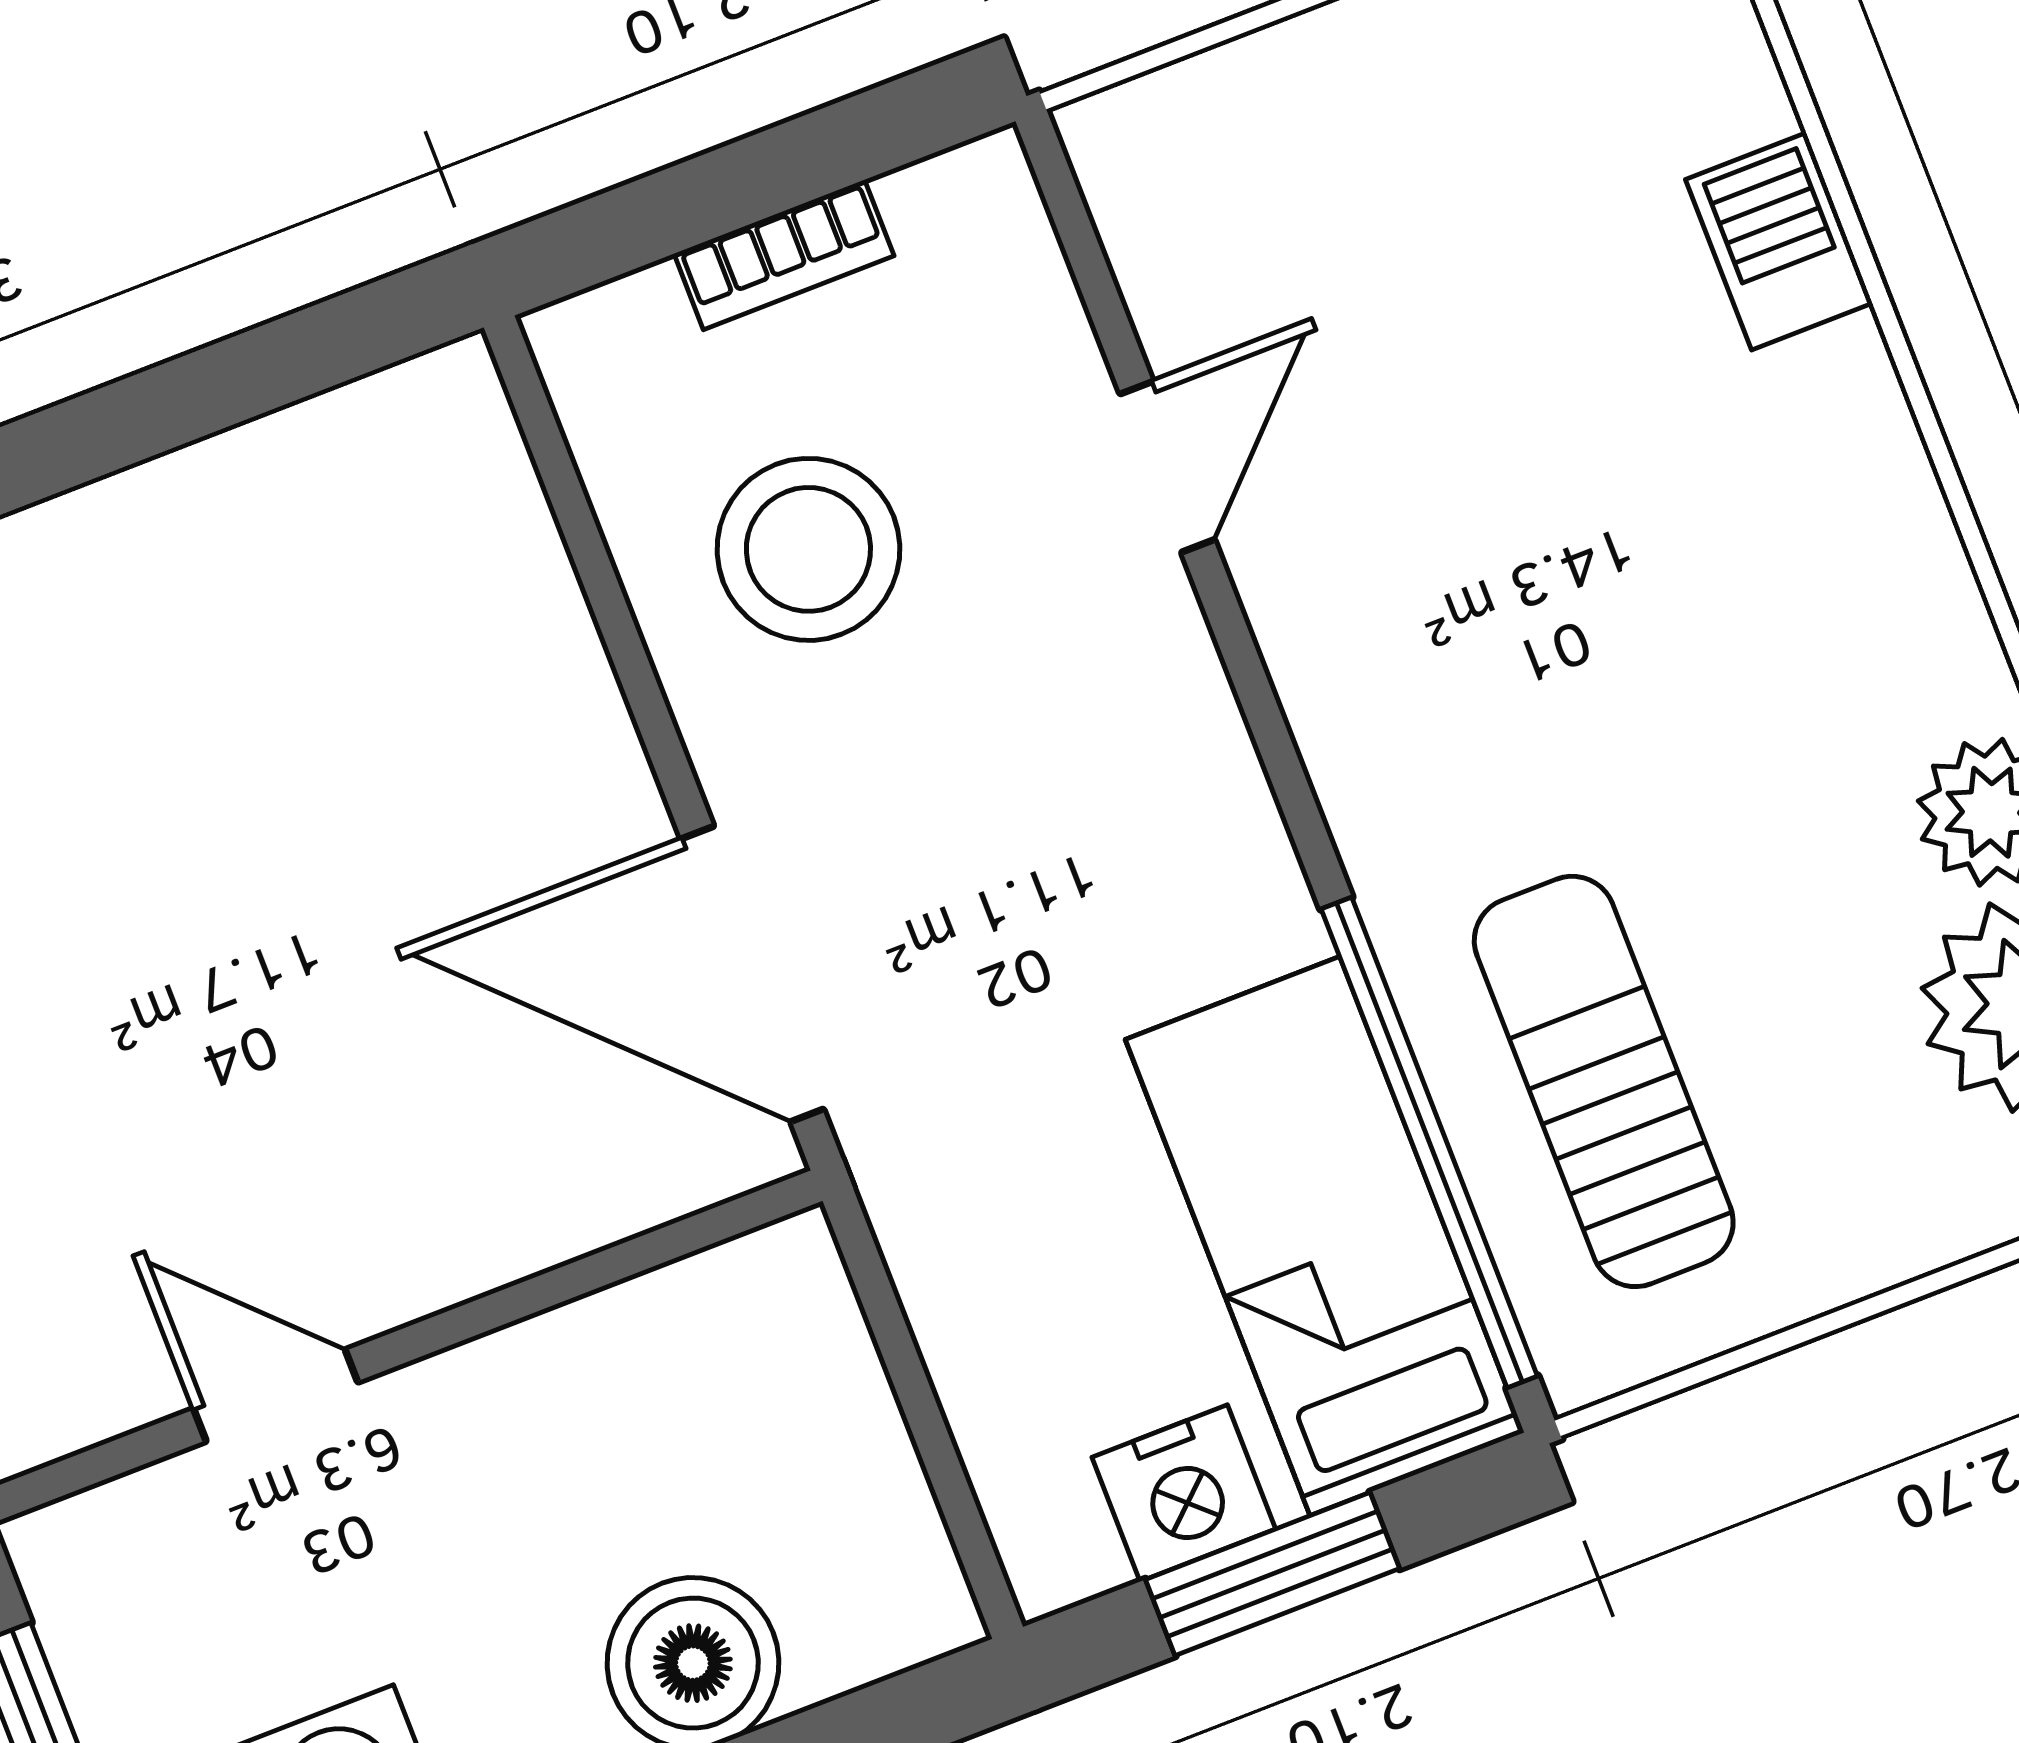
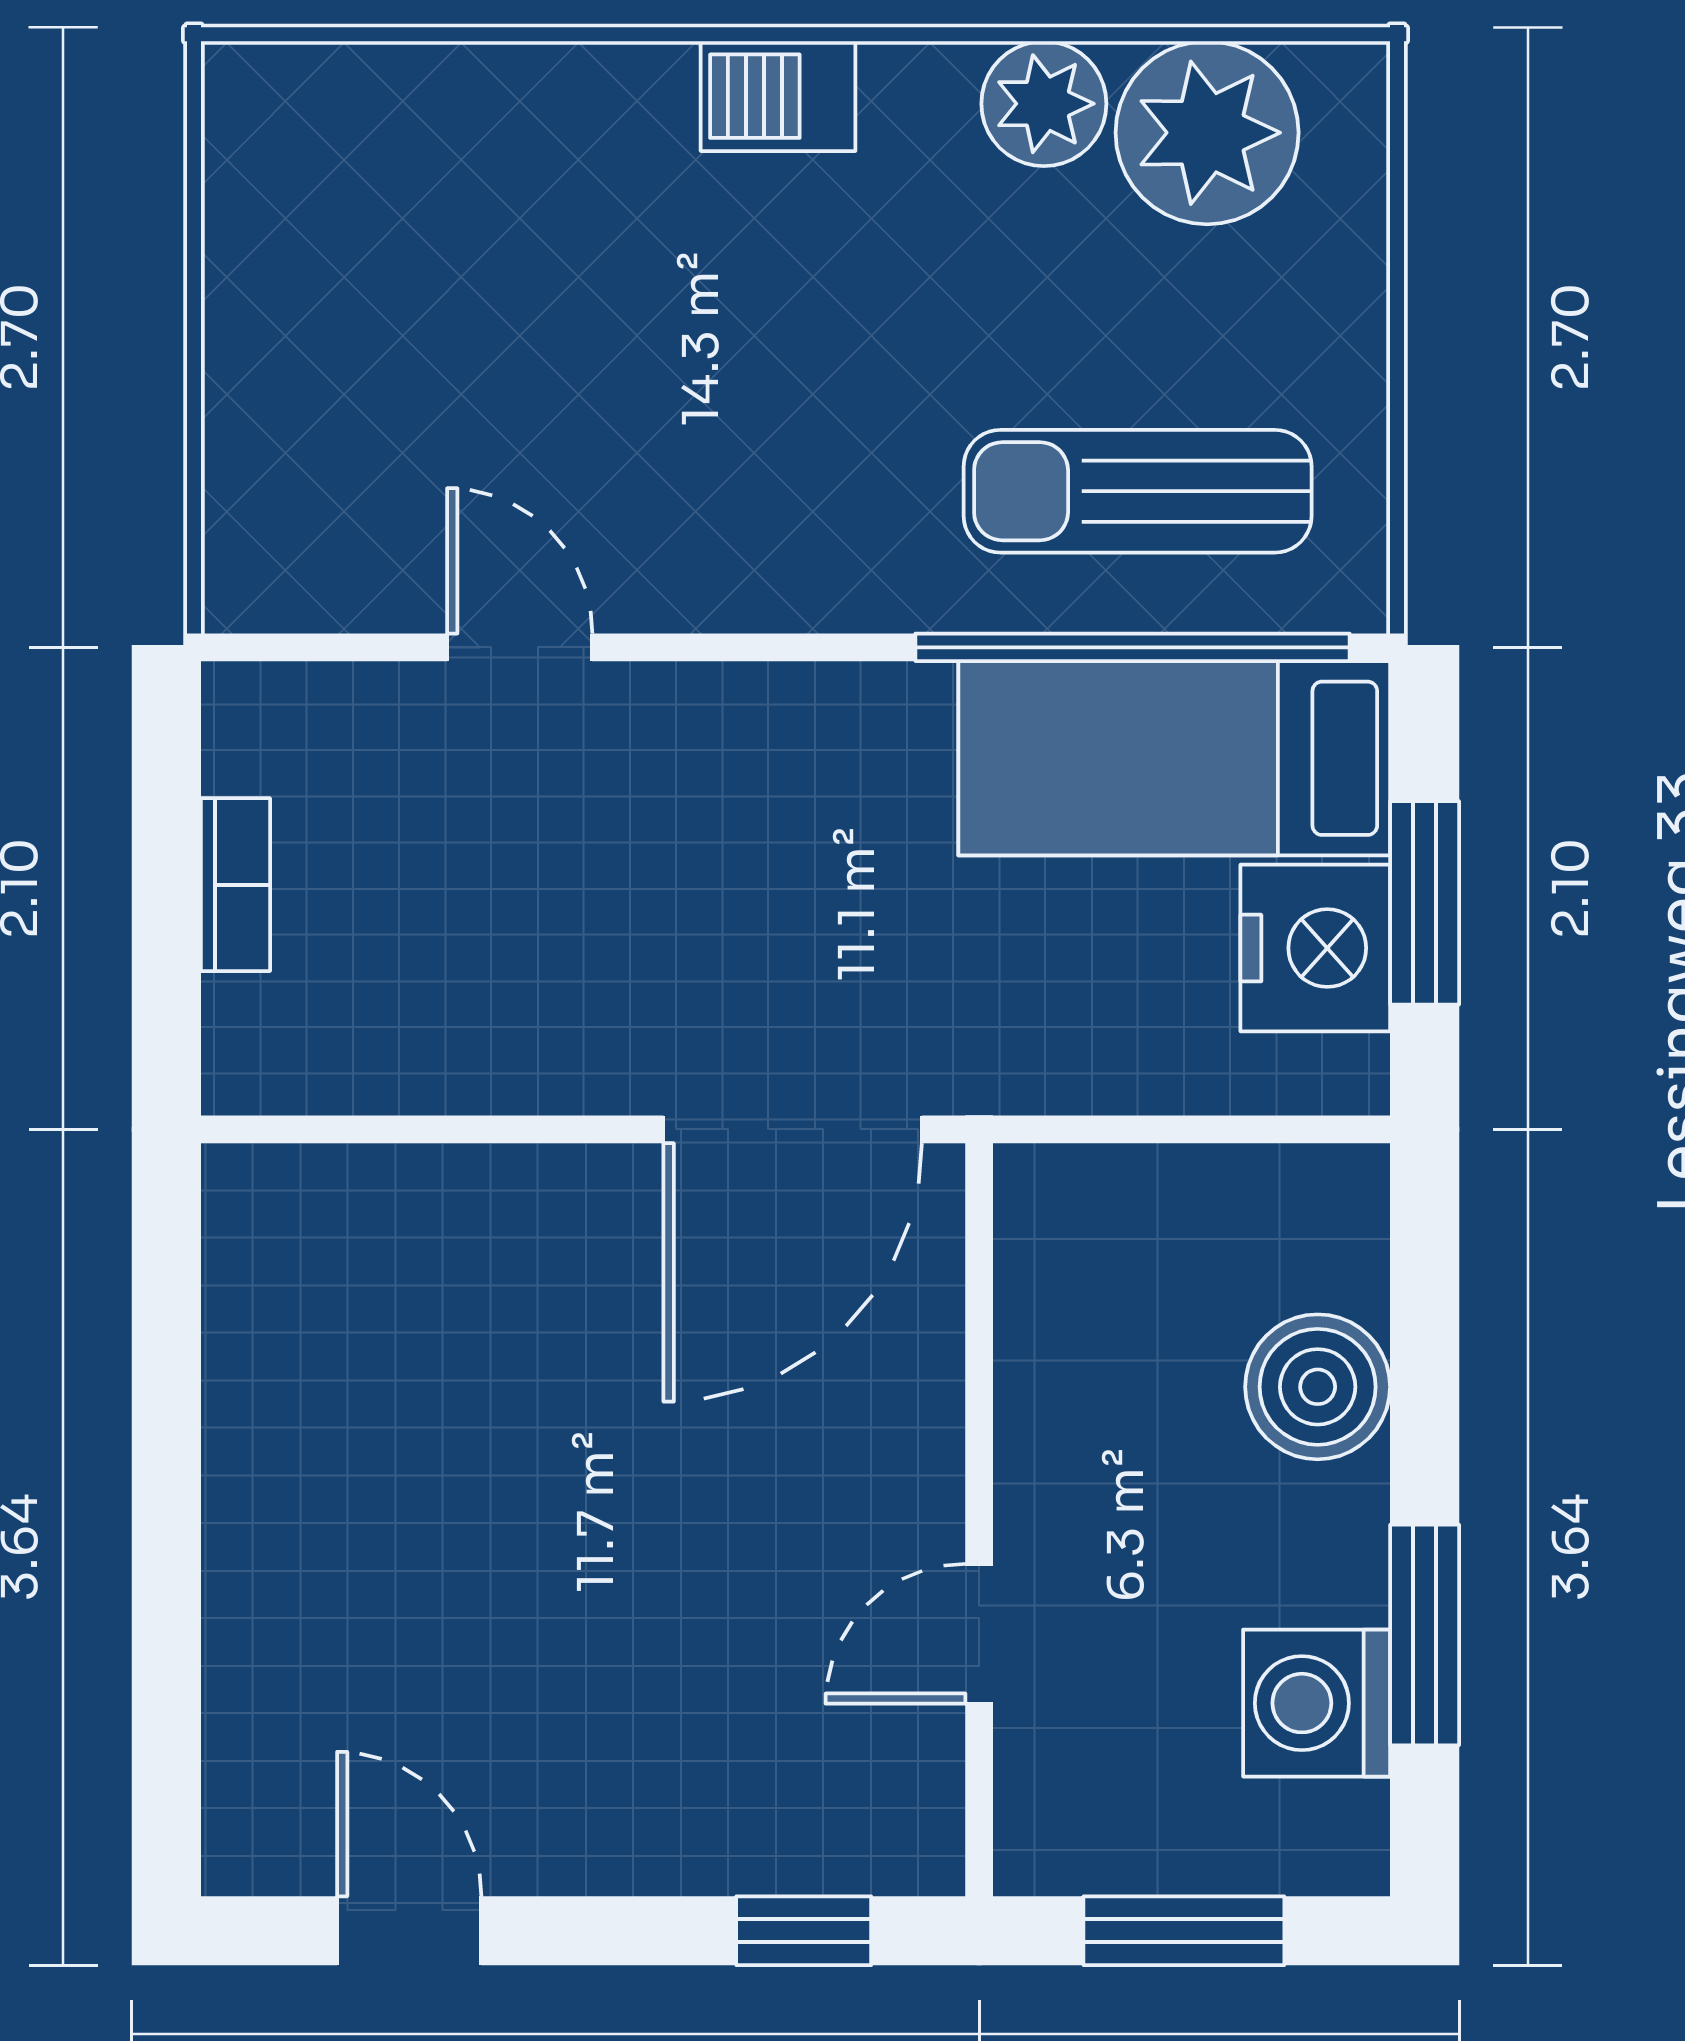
barbecue: (1779, 241) -> (778, 96), moved
stool: (808, 549) -> (475, 955), removed
nightstand: (1184, 1493) -> (1315, 948), width x1.36, depth x1.33

